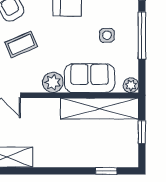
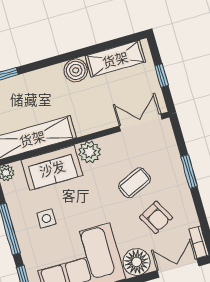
boiler: (44, 157) -> (76, 70), added

